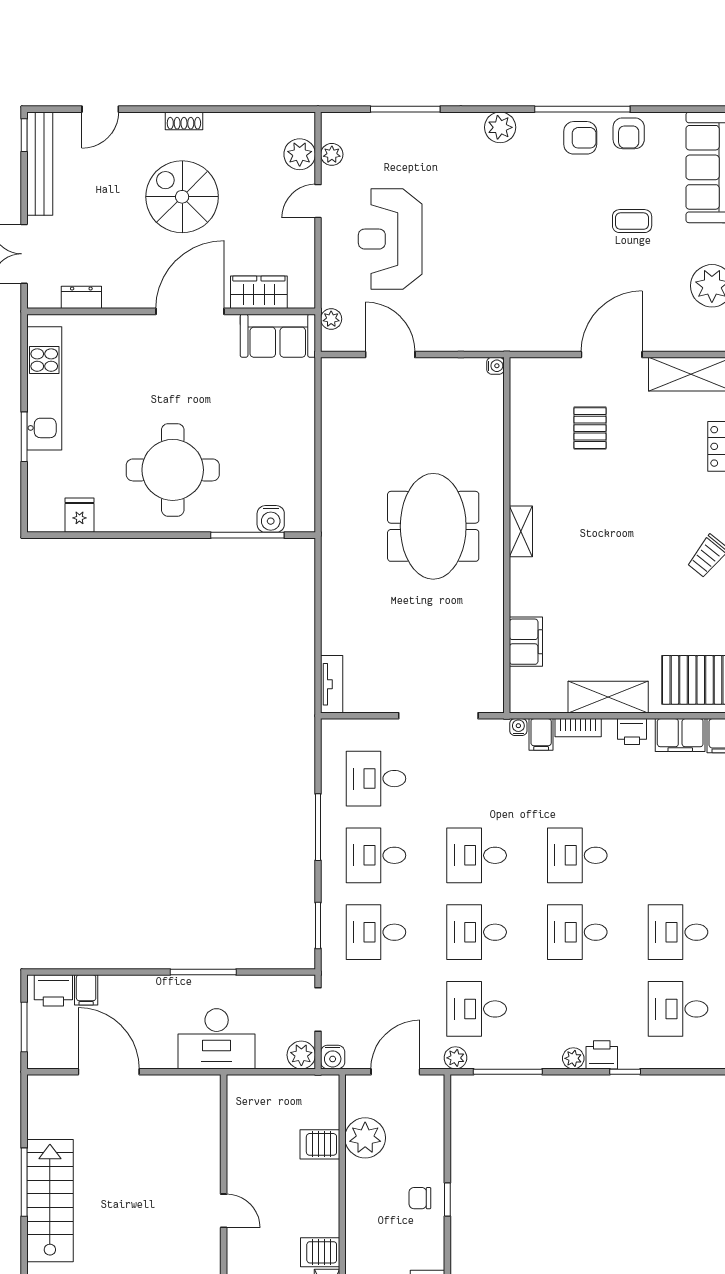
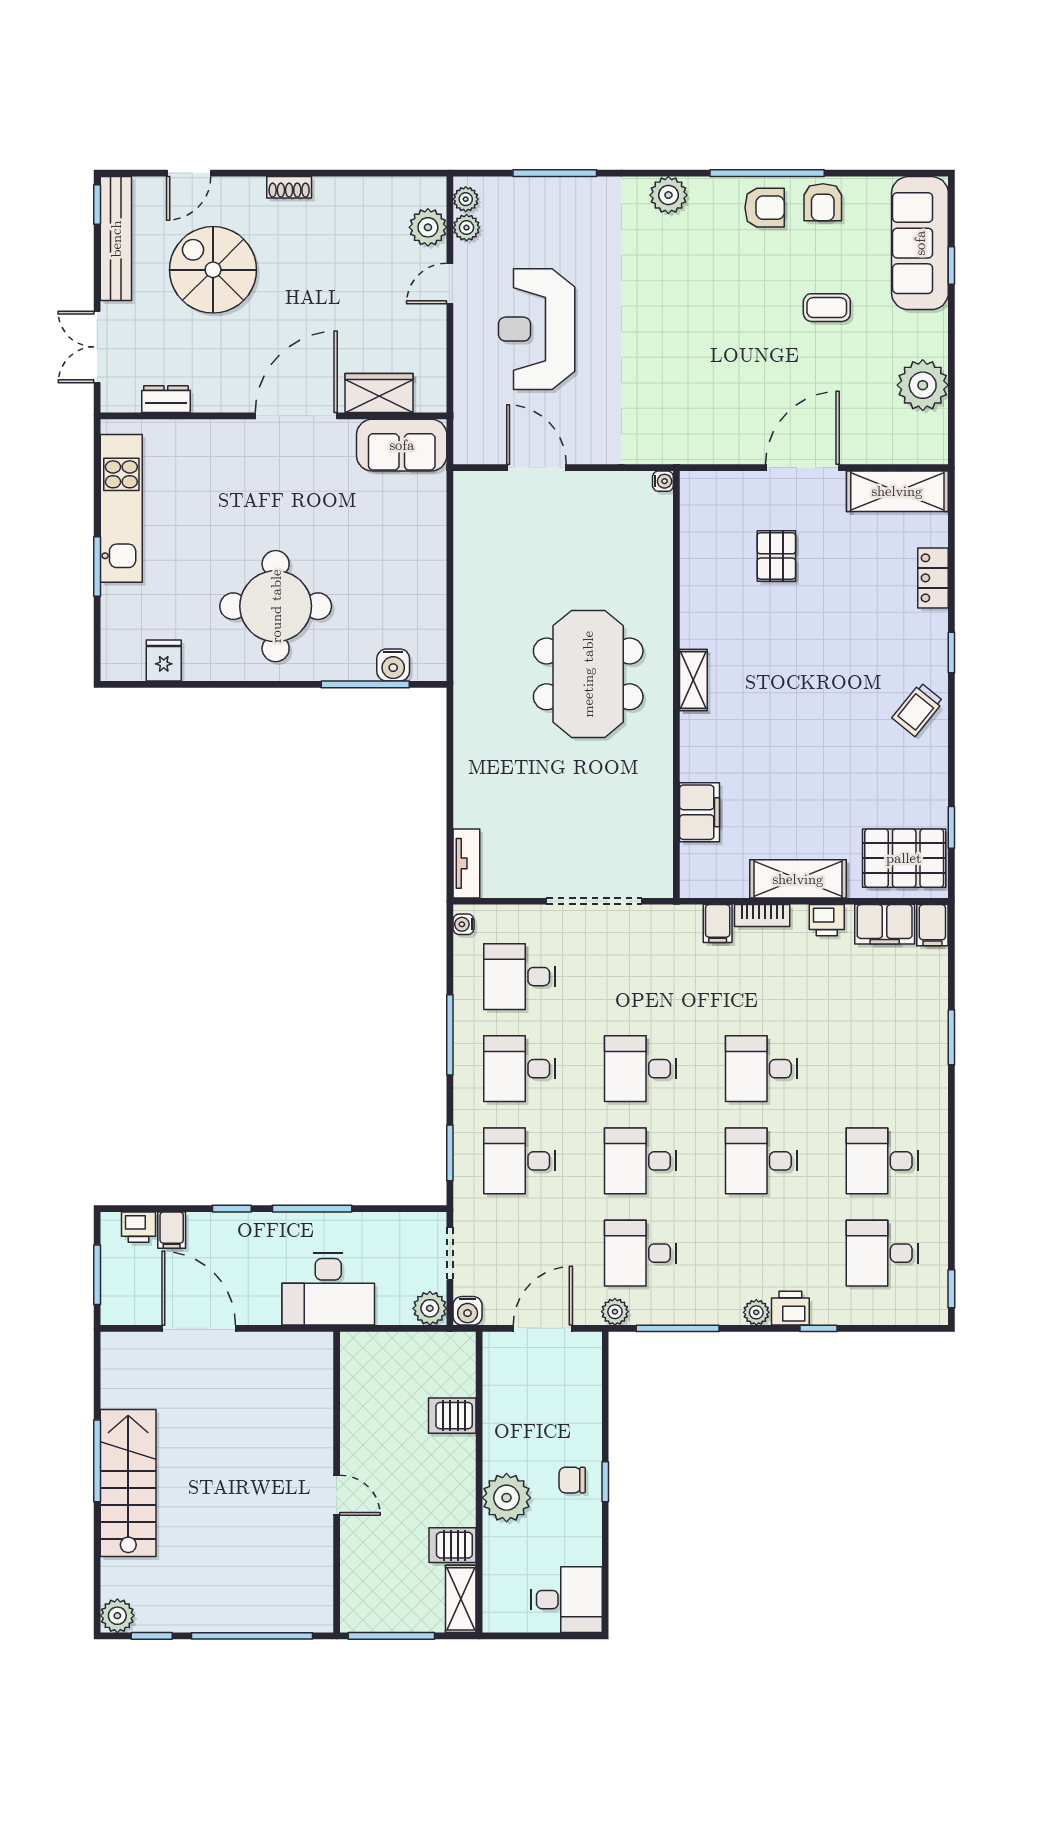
spiral stairs: (182, 197) -> (213, 270), moved
plant: (331, 319) -> (466, 199), moved
water cooler: (518, 727) -> (463, 924), moved, turned -90
window: (136, 972) -> (232, 1209), added
printer: (53, 990) -> (138, 1227), width x0.73, depth x0.81
plant: (365, 1138) -> (507, 1498), moved

